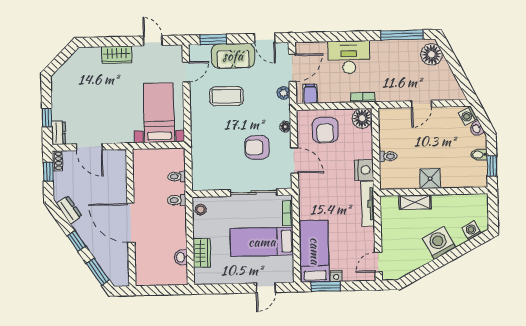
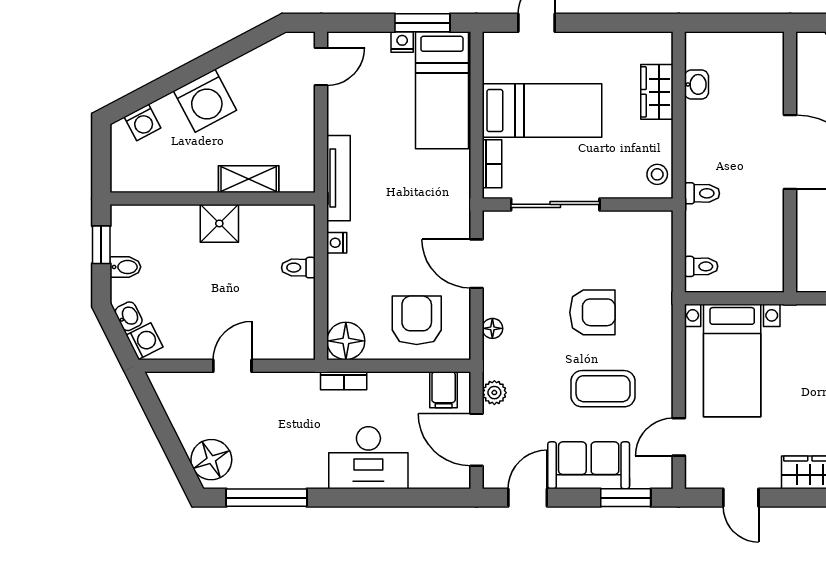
door: (265, 38) -> (528, 498), hinge flipped
door: (292, 68) -> (476, 440), hinge flipped
armchair: (257, 147) -> (592, 312), moved
nightstand: (364, 170) -> (337, 243), width x0.53, depth x0.56
toilet: (177, 176) -> (701, 266), moved

